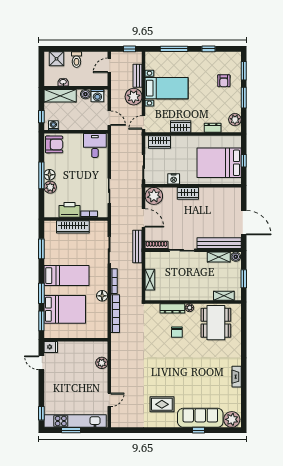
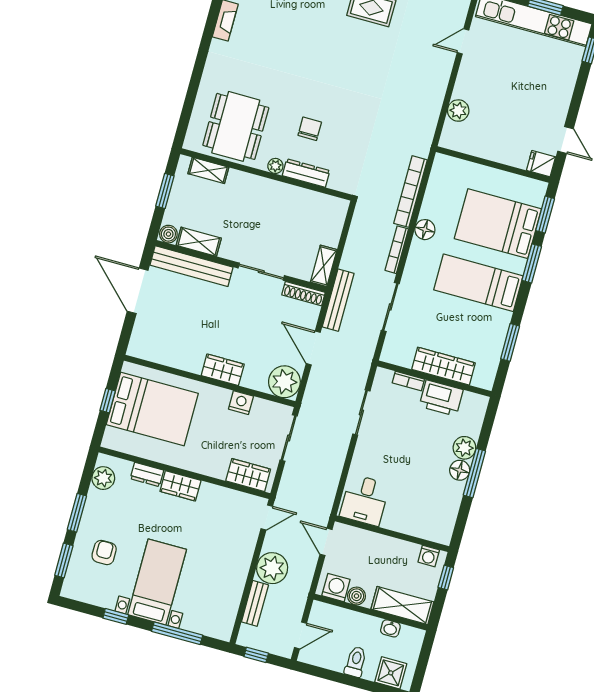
bed with nightstands: (167, 88) -> (157, 582), moved, turned 90
wardrobe: (181, 127) -> (180, 486), moved
armchair: (54, 144) -> (437, 522), removed
shelving: (150, 280) -> (324, 266), moved

